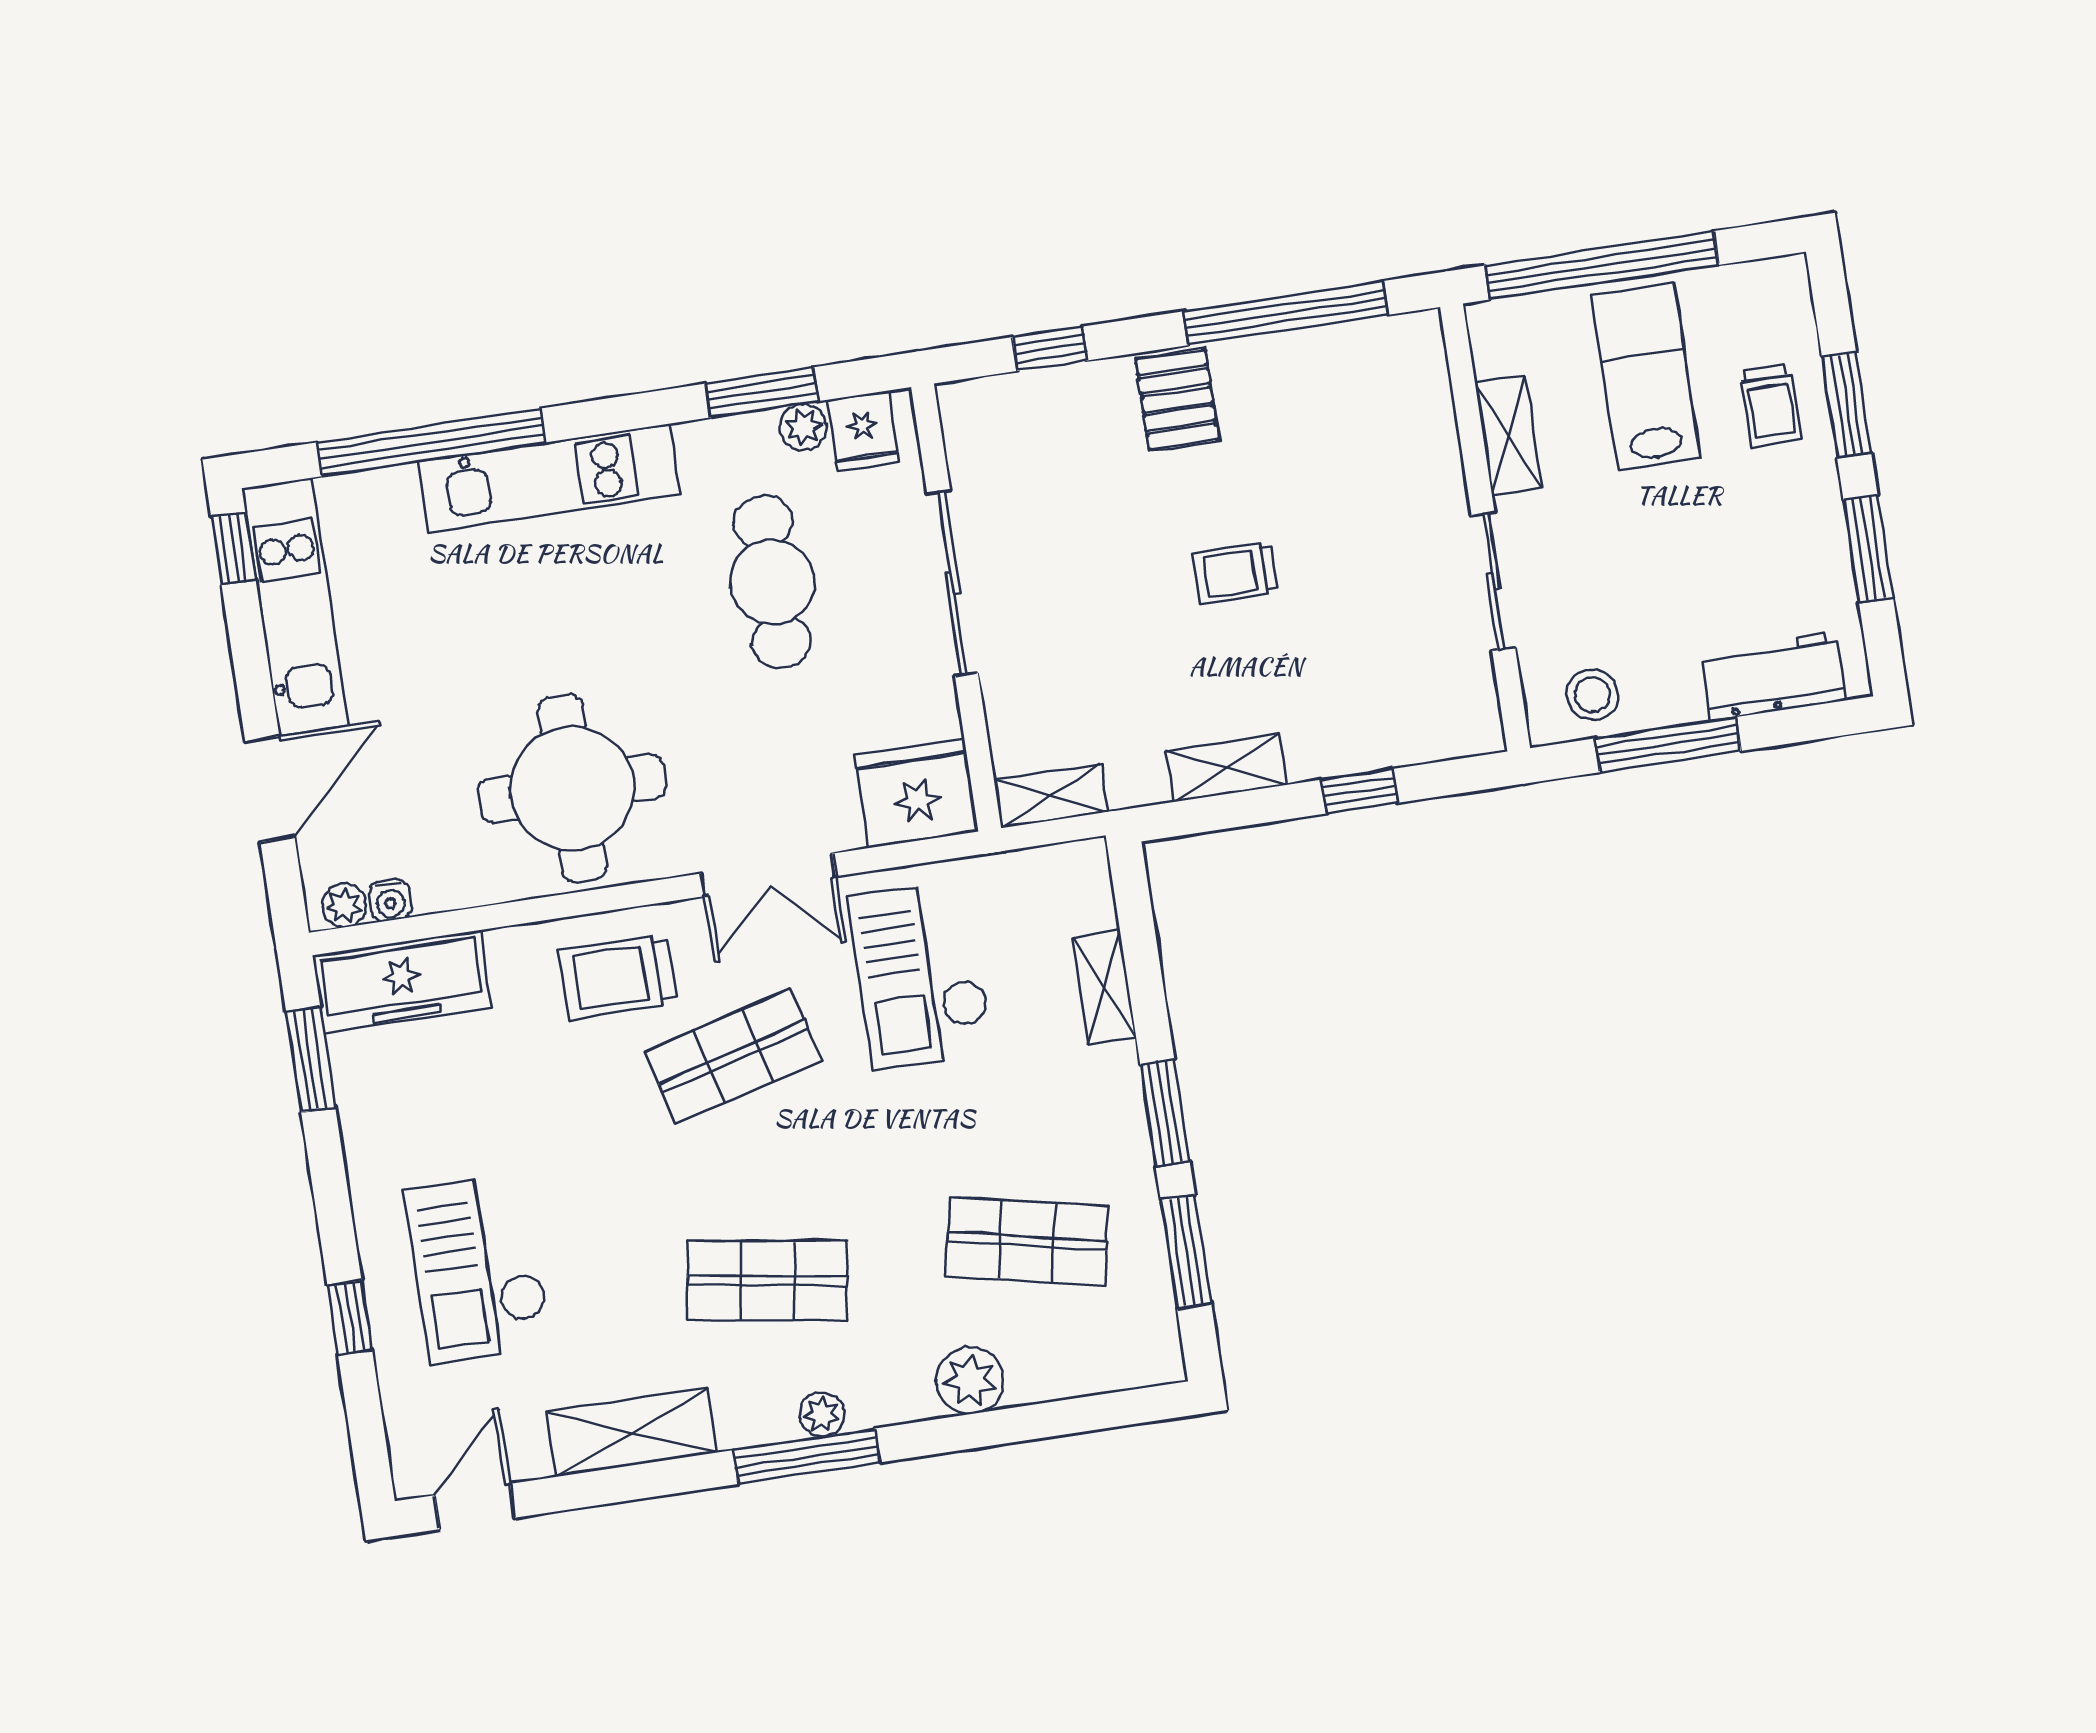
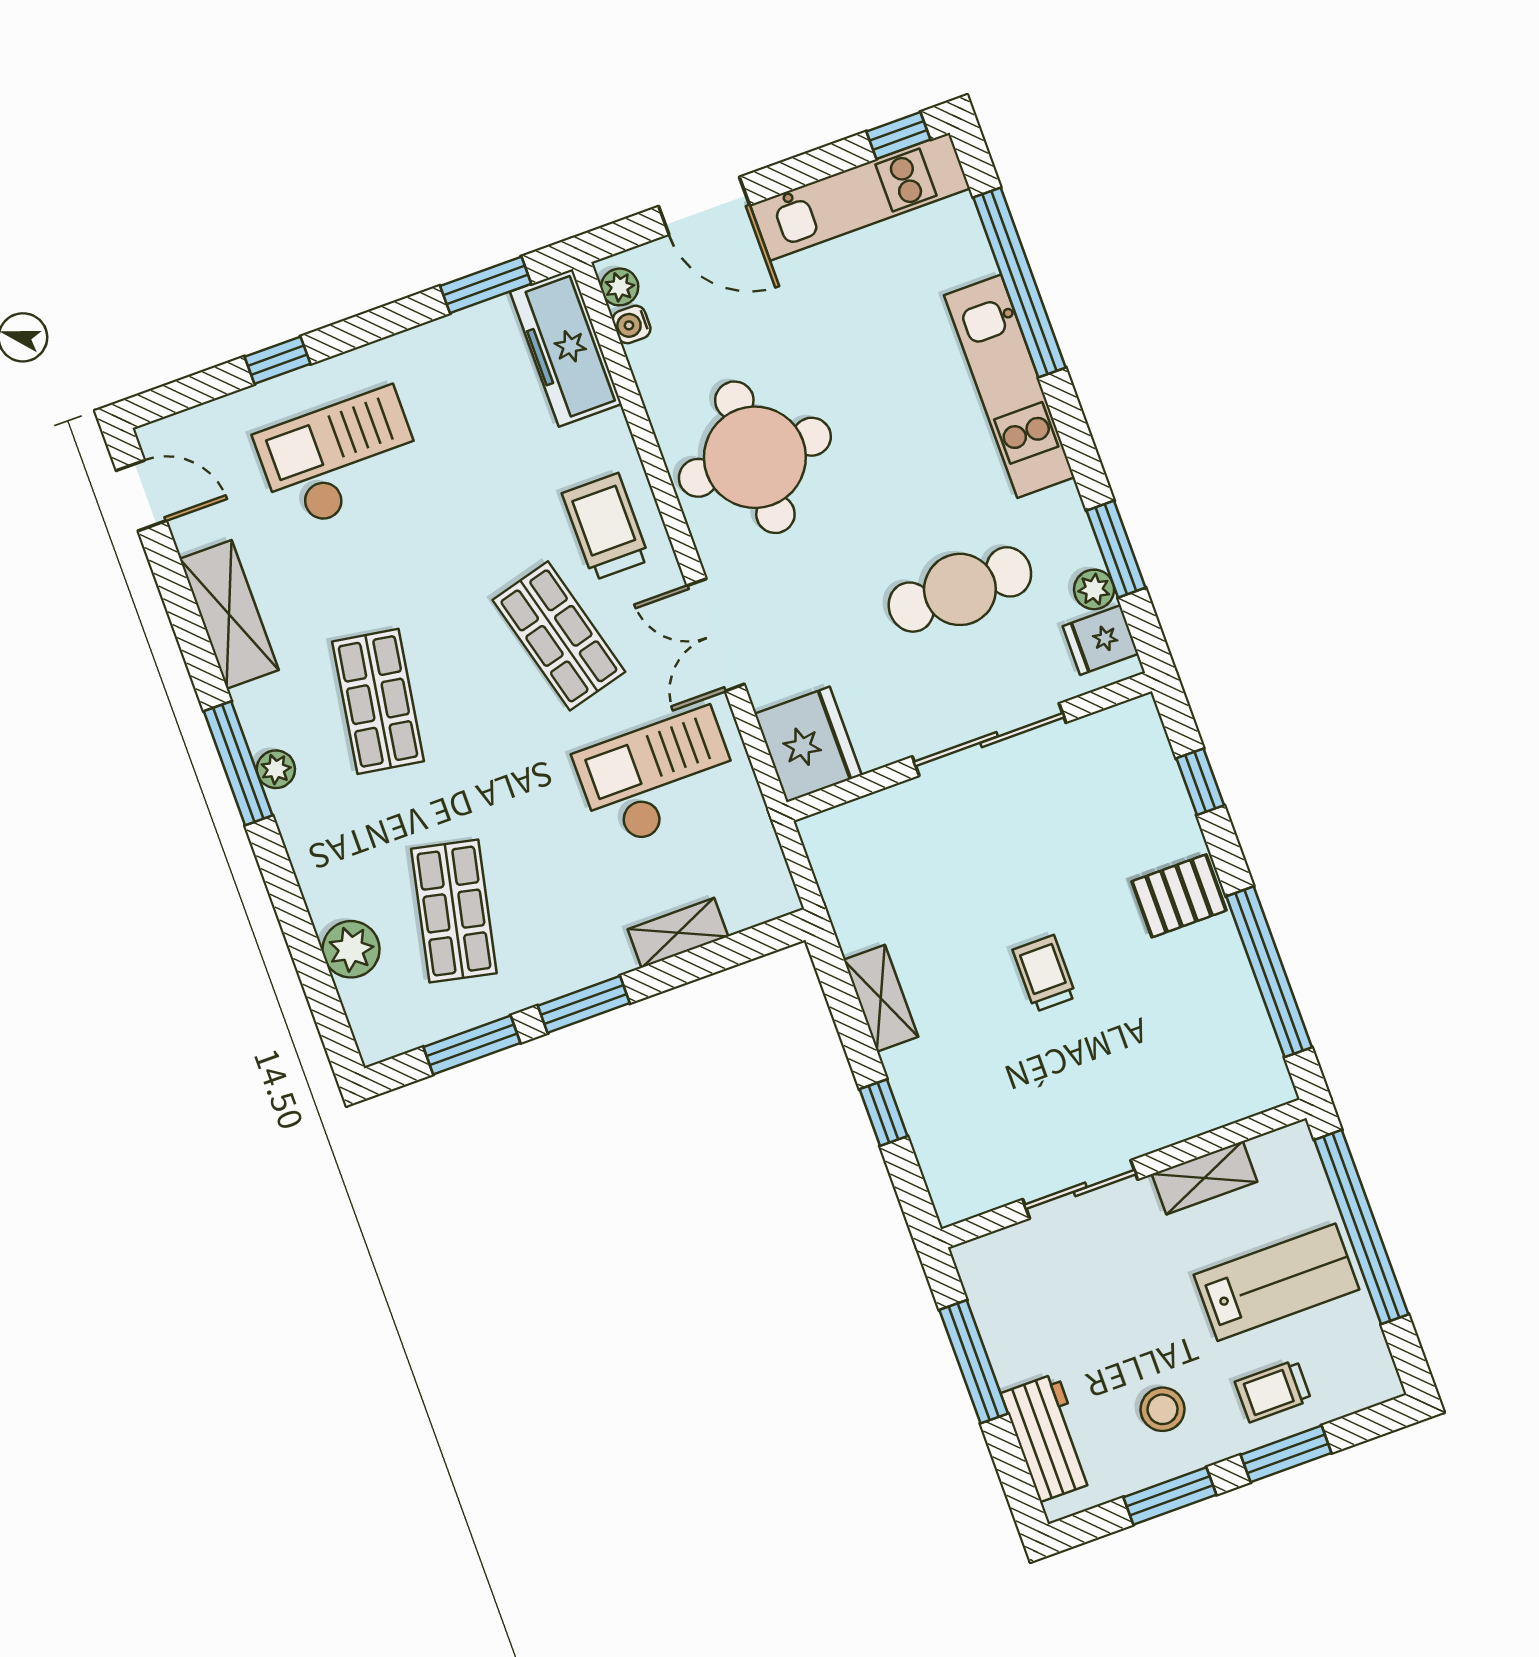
stool: (1592, 695) -> (1163, 1409), moved
shelving: (1051, 796) -> (828, 857), removed
plant: (970, 1380) -> (351, 949), moved

